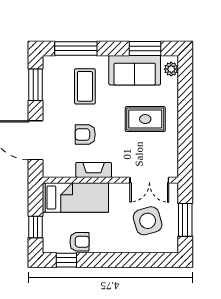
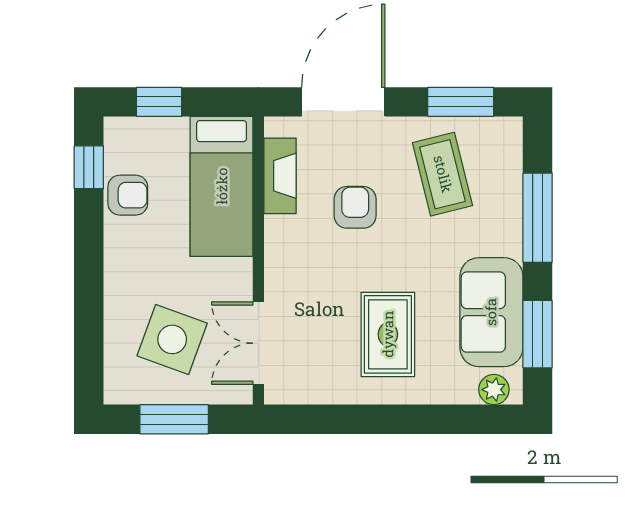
window: (76, 48) -> (538, 218), moved
coffee table: (85, 86) -> (443, 174), moved, turned 76
fireplace: (94, 170) -> (280, 176), moved
side table: (148, 221) -> (172, 339), turned 36
armchair: (80, 242) -> (128, 195), turned -90

